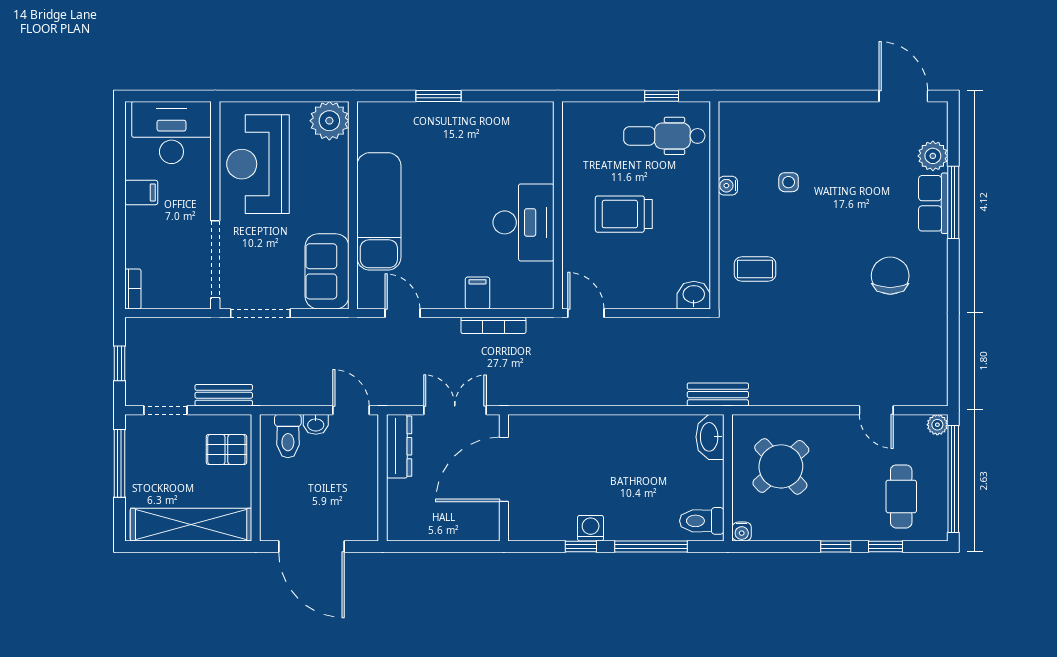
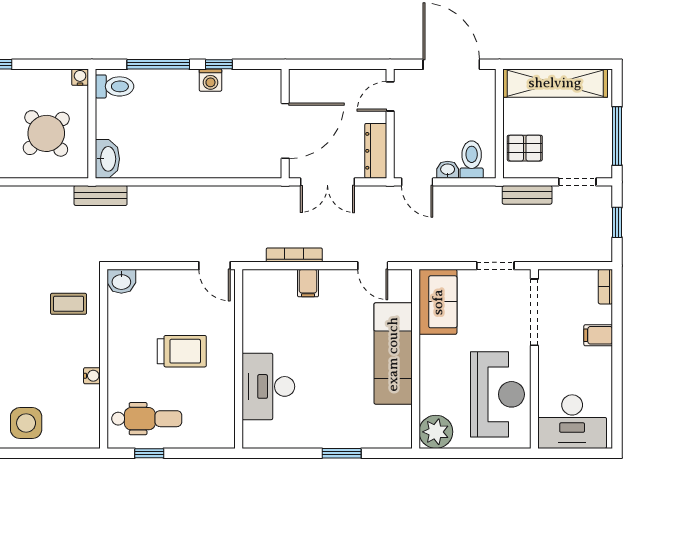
side table: (789, 182) -> (26, 423), moved, width x1.87, depth x1.87
filing cabinet: (141, 192) -> (598, 335), moved
desk: (523, 222) -> (268, 386), moved
doorway: (260, 313) -> (495, 266), width x0.73
door: (382, 509) -> (390, 96), added

